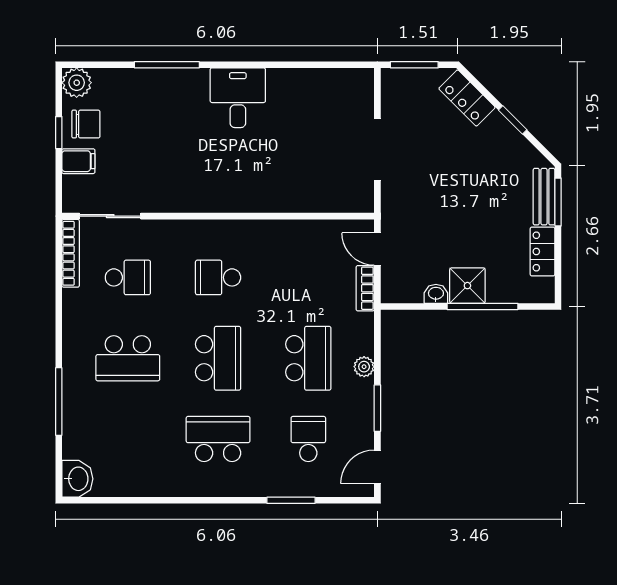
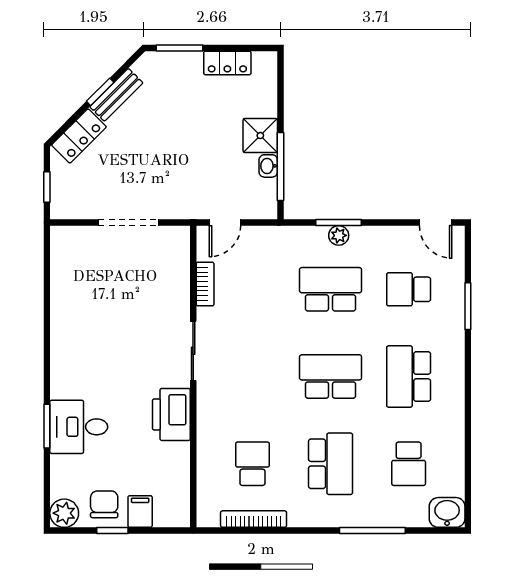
window: (167, 65) -> (47, 426), width x0.69
window: (414, 65) -> (47, 187), width x0.67
desk: (238, 98) -> (79, 427), moved
printer: (179, 194) -> (171, 414), added
bench: (544, 197) -> (116, 95), moved, turned -45
sliding door: (110, 216) -> (193, 351), moved
bookcase: (71, 253) -> (254, 519), moved
school desk: (218, 277) -> (409, 464), moved
bookcase: (365, 288) -> (205, 284), moved, turned -90
window: (482, 306) -> (280, 166), moved
window: (377, 408) -> (338, 223), moved

